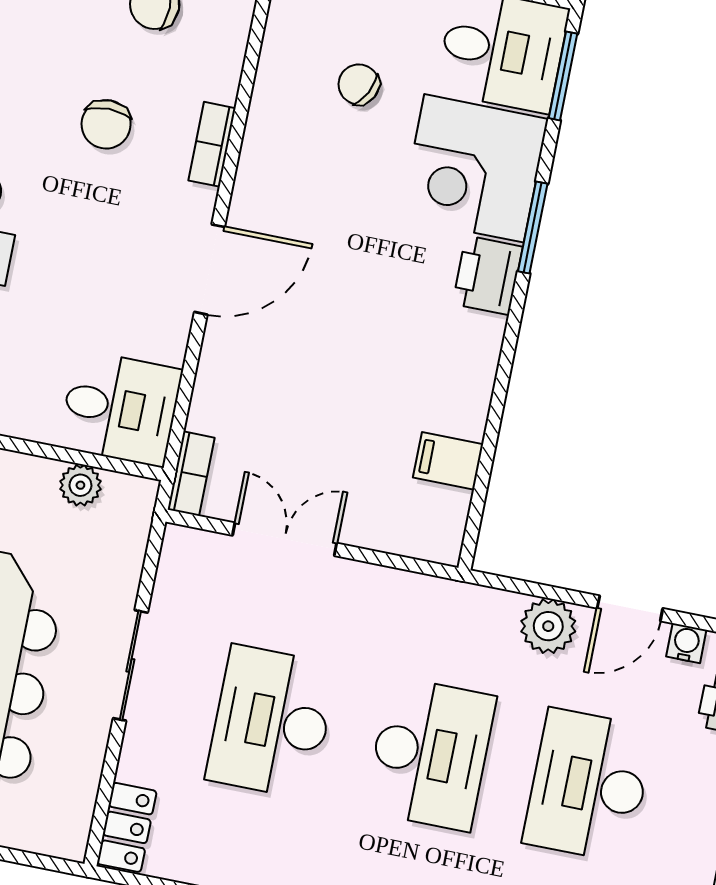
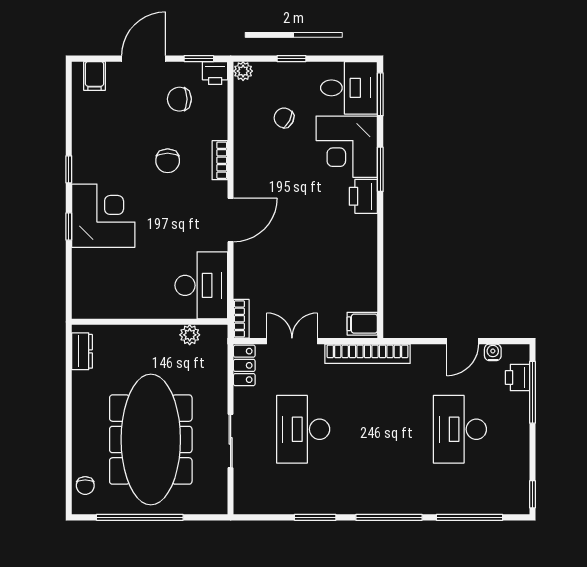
desk: (120, 408) -> (201, 285), width x1.37
filing cabinet: (448, 461) -> (362, 324), moved
bookcase: (432, 595) -> (368, 354), added
plant: (548, 626) -> (426, 357), removed
sliding door: (130, 665) -> (231, 441), moved
desk: (430, 754) -> (381, 429), removed
locker: (127, 827) -> (244, 365), moved

